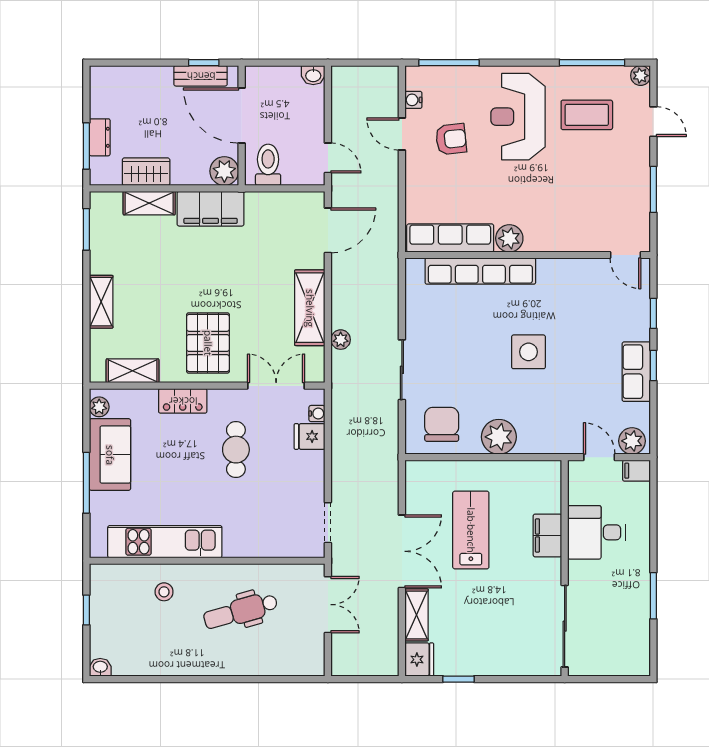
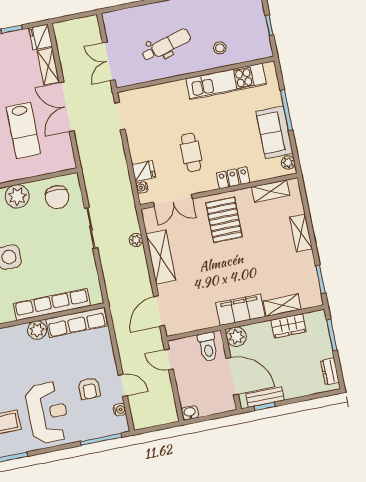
dresser: (100, 137) -> (330, 371), moved
armchair: (451, 139) -> (89, 389), turned -84

